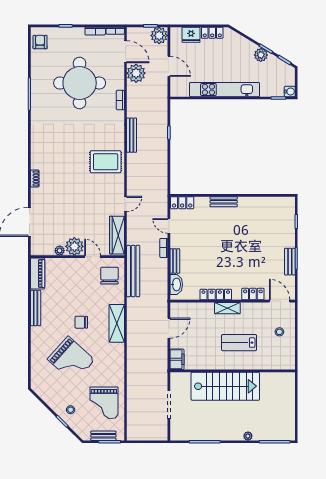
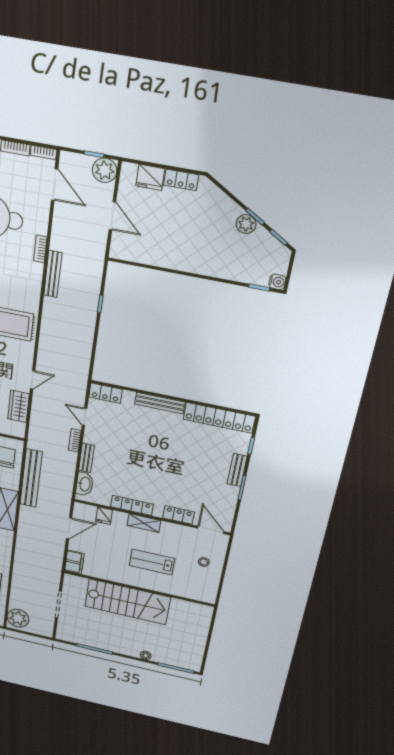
plant: (136, 73) -> (18, 618), moved
kitchen unit: (224, 90) -> (185, 262), removed
bench: (132, 135) -> (53, 274), moved
bench: (224, 202) -> (160, 403), width x1.36
locker: (269, 204) -> (219, 418), added
wardrobe: (117, 235) -> (19, 406), width x0.67
bench: (290, 262) -> (237, 470), moved
bench: (133, 271) -> (31, 478), moved
fridge: (195, 309) -> (104, 516), added

